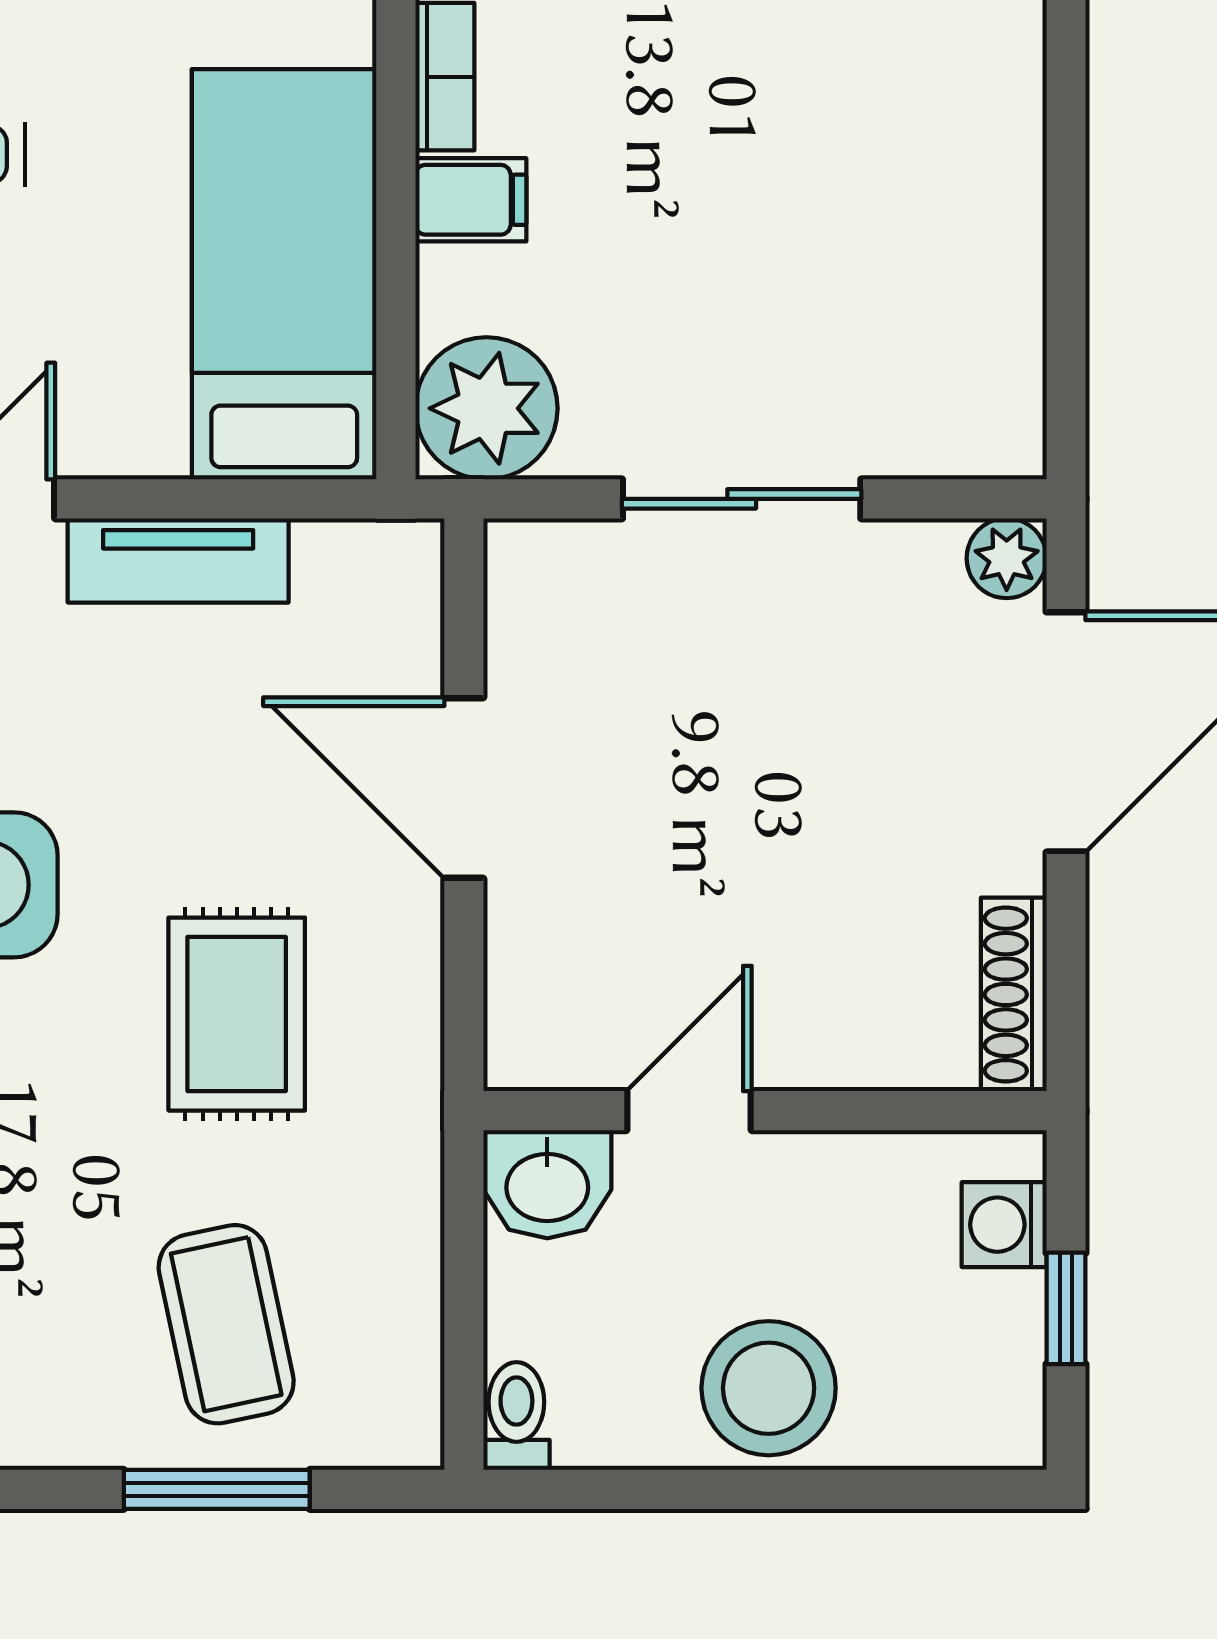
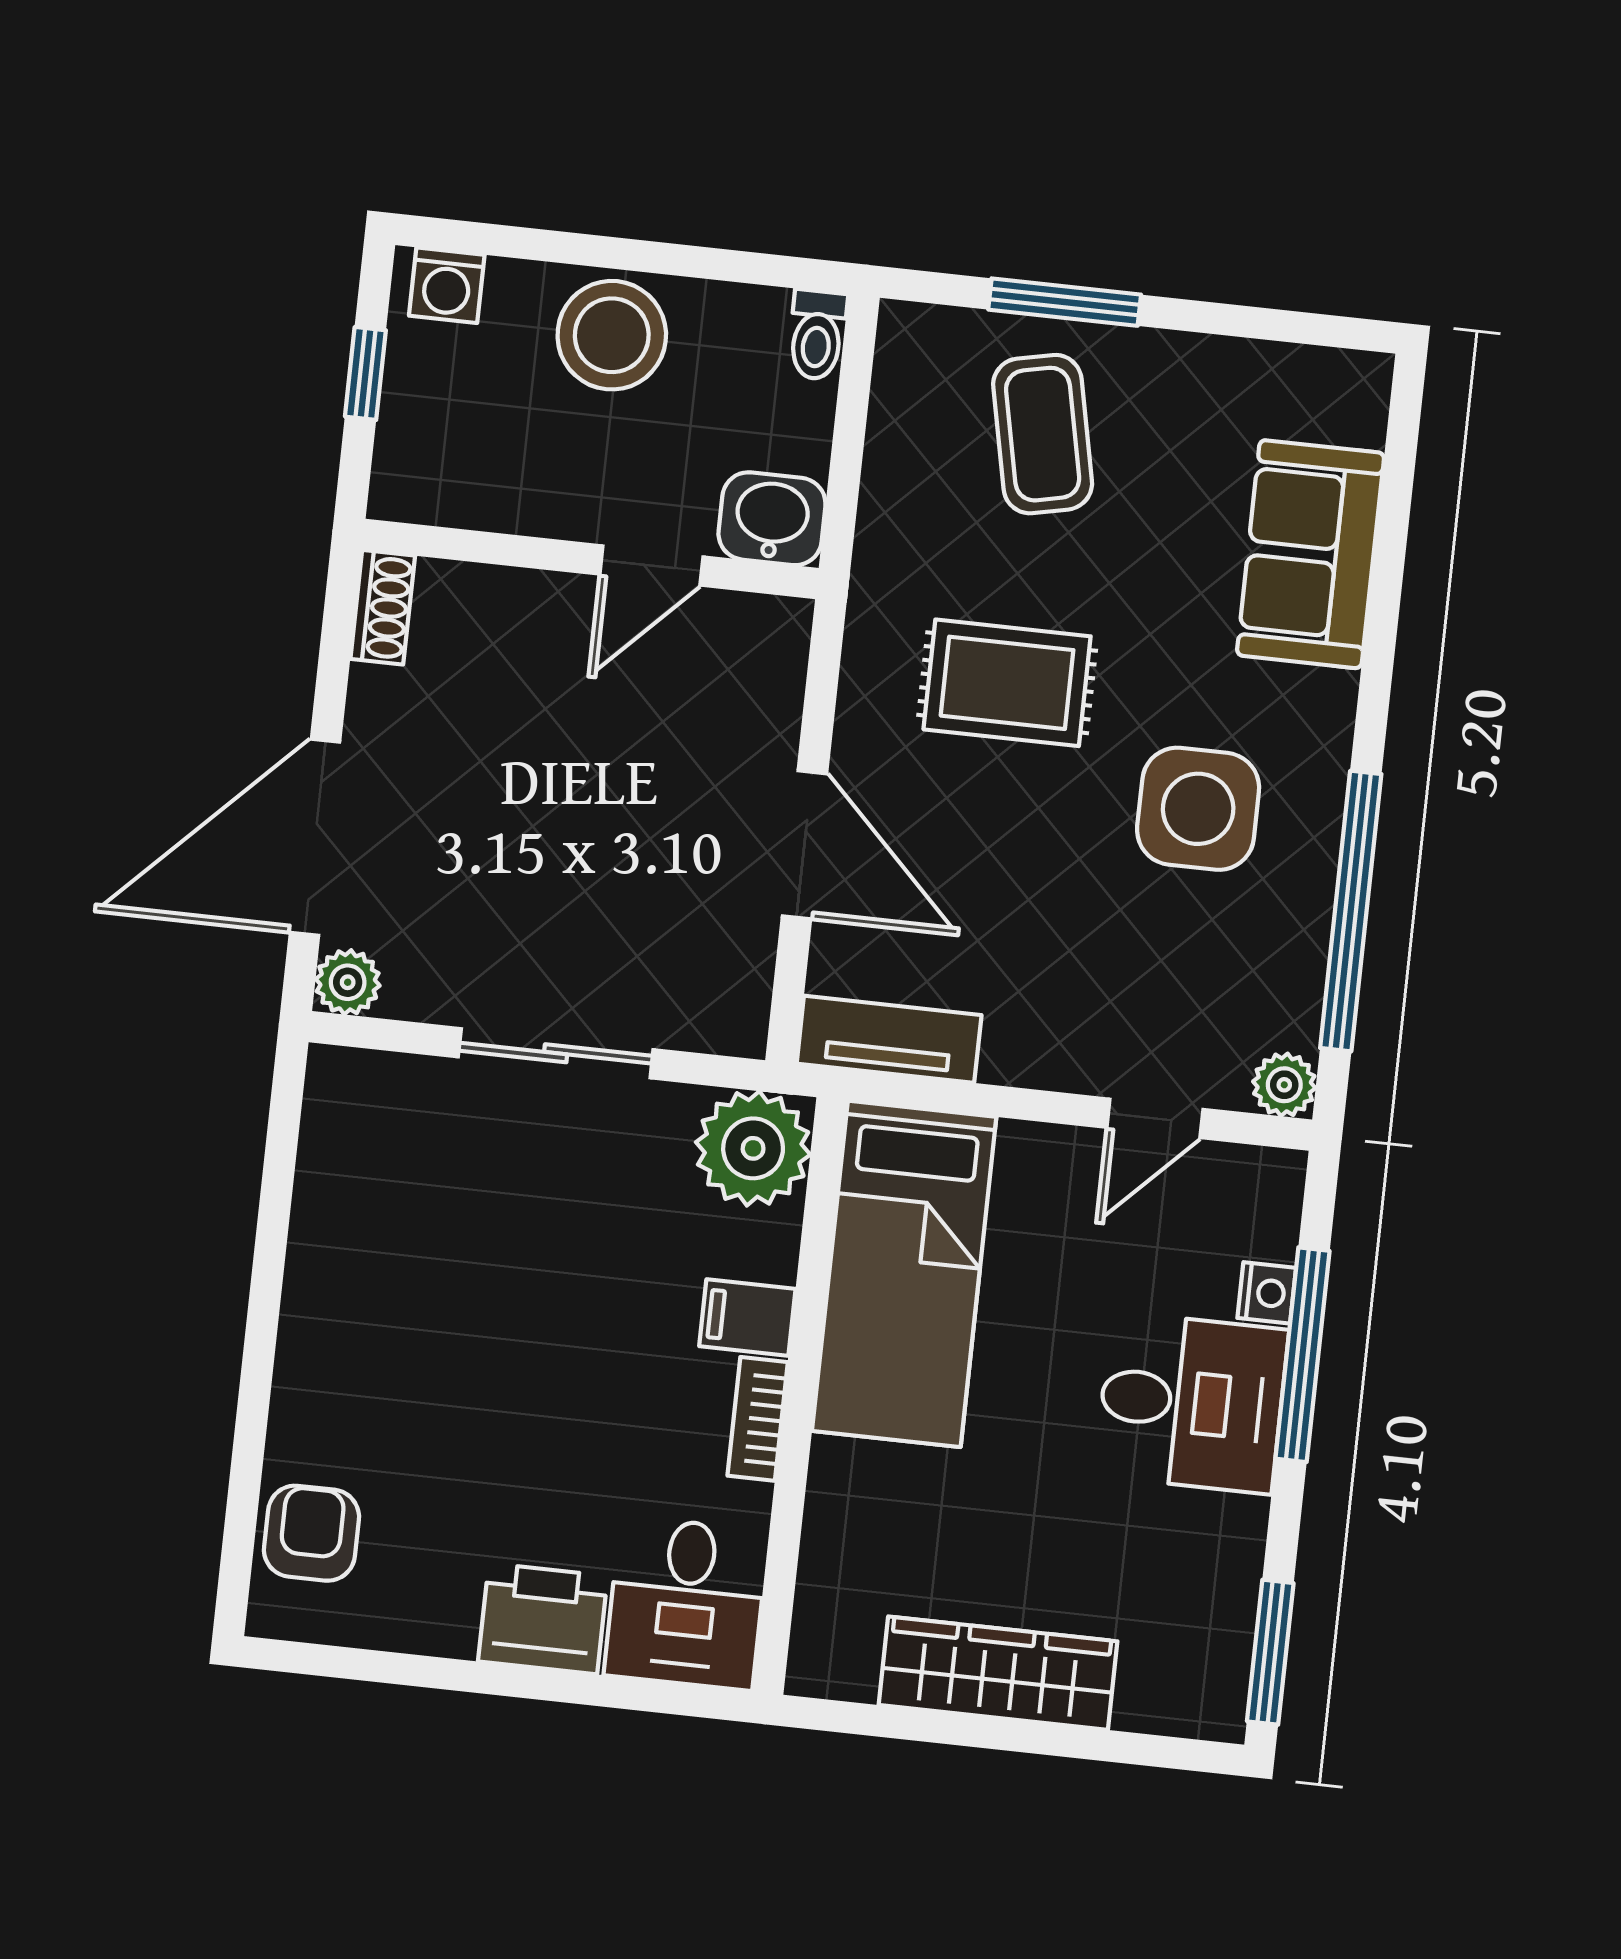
tv unit: (178, 560) -> (889, 1039), moved
shoe rack: (1014, 994) -> (383, 607), width x0.70
rug: (237, 1014) -> (1007, 683), turned 90
washing machine: (1004, 1225) -> (447, 285), moved, turned 90

